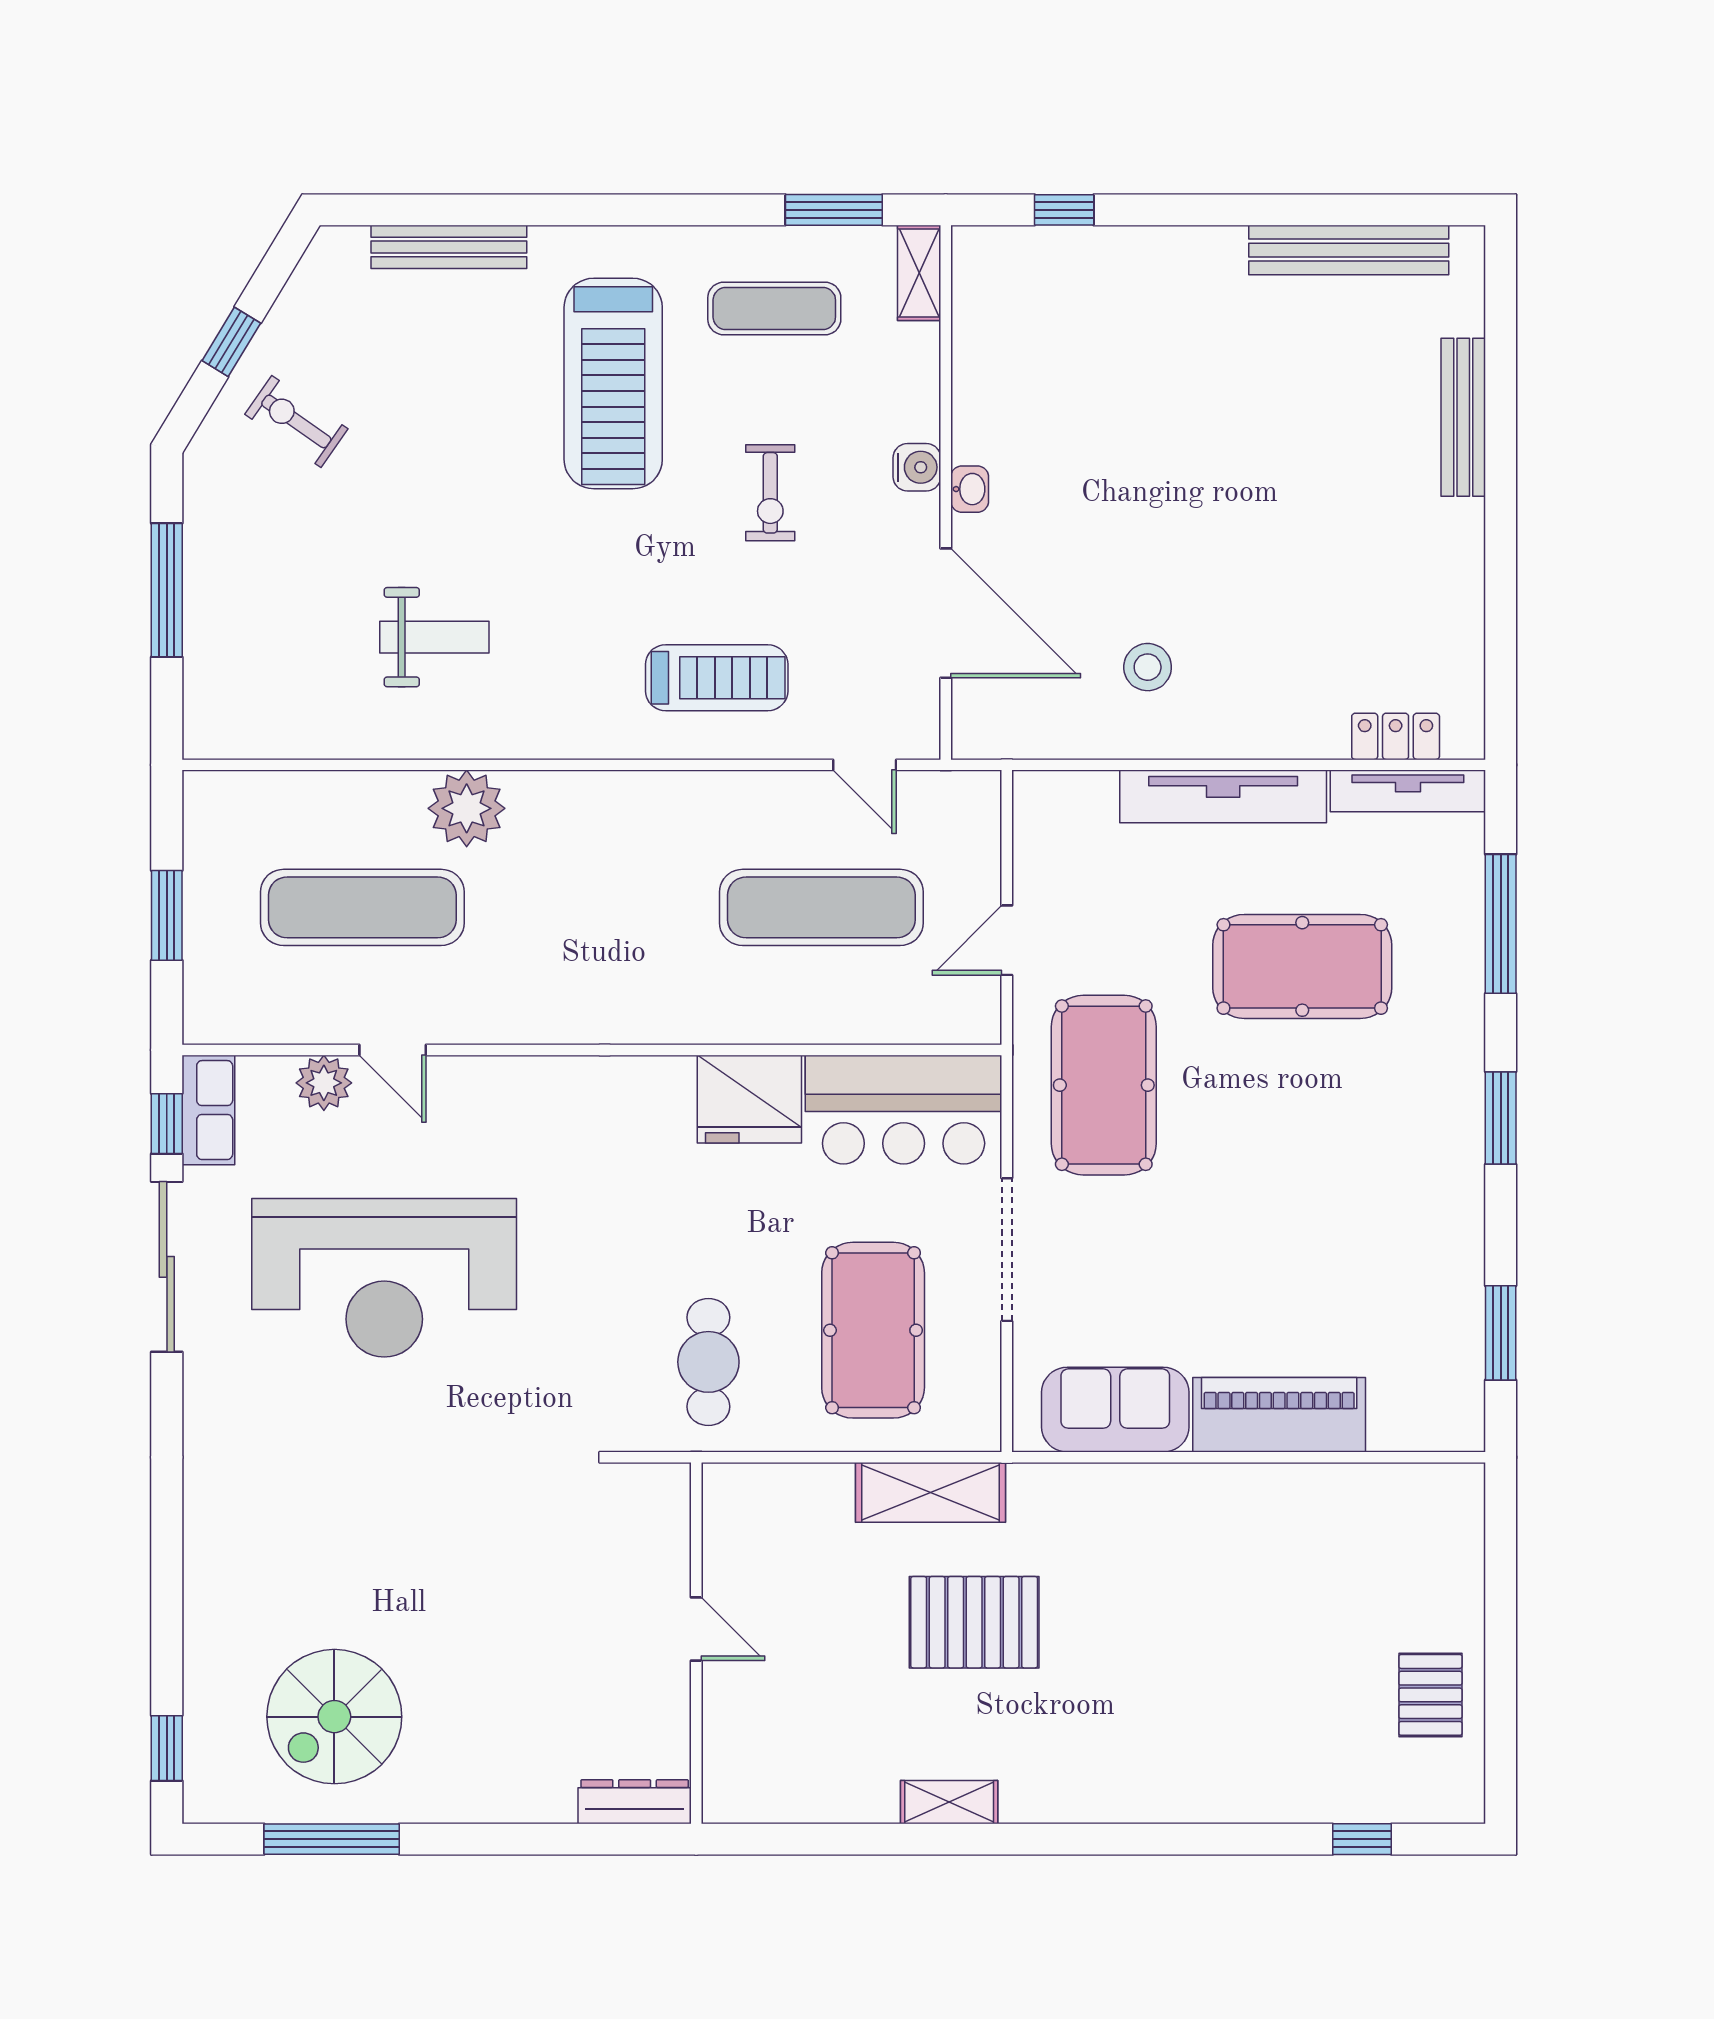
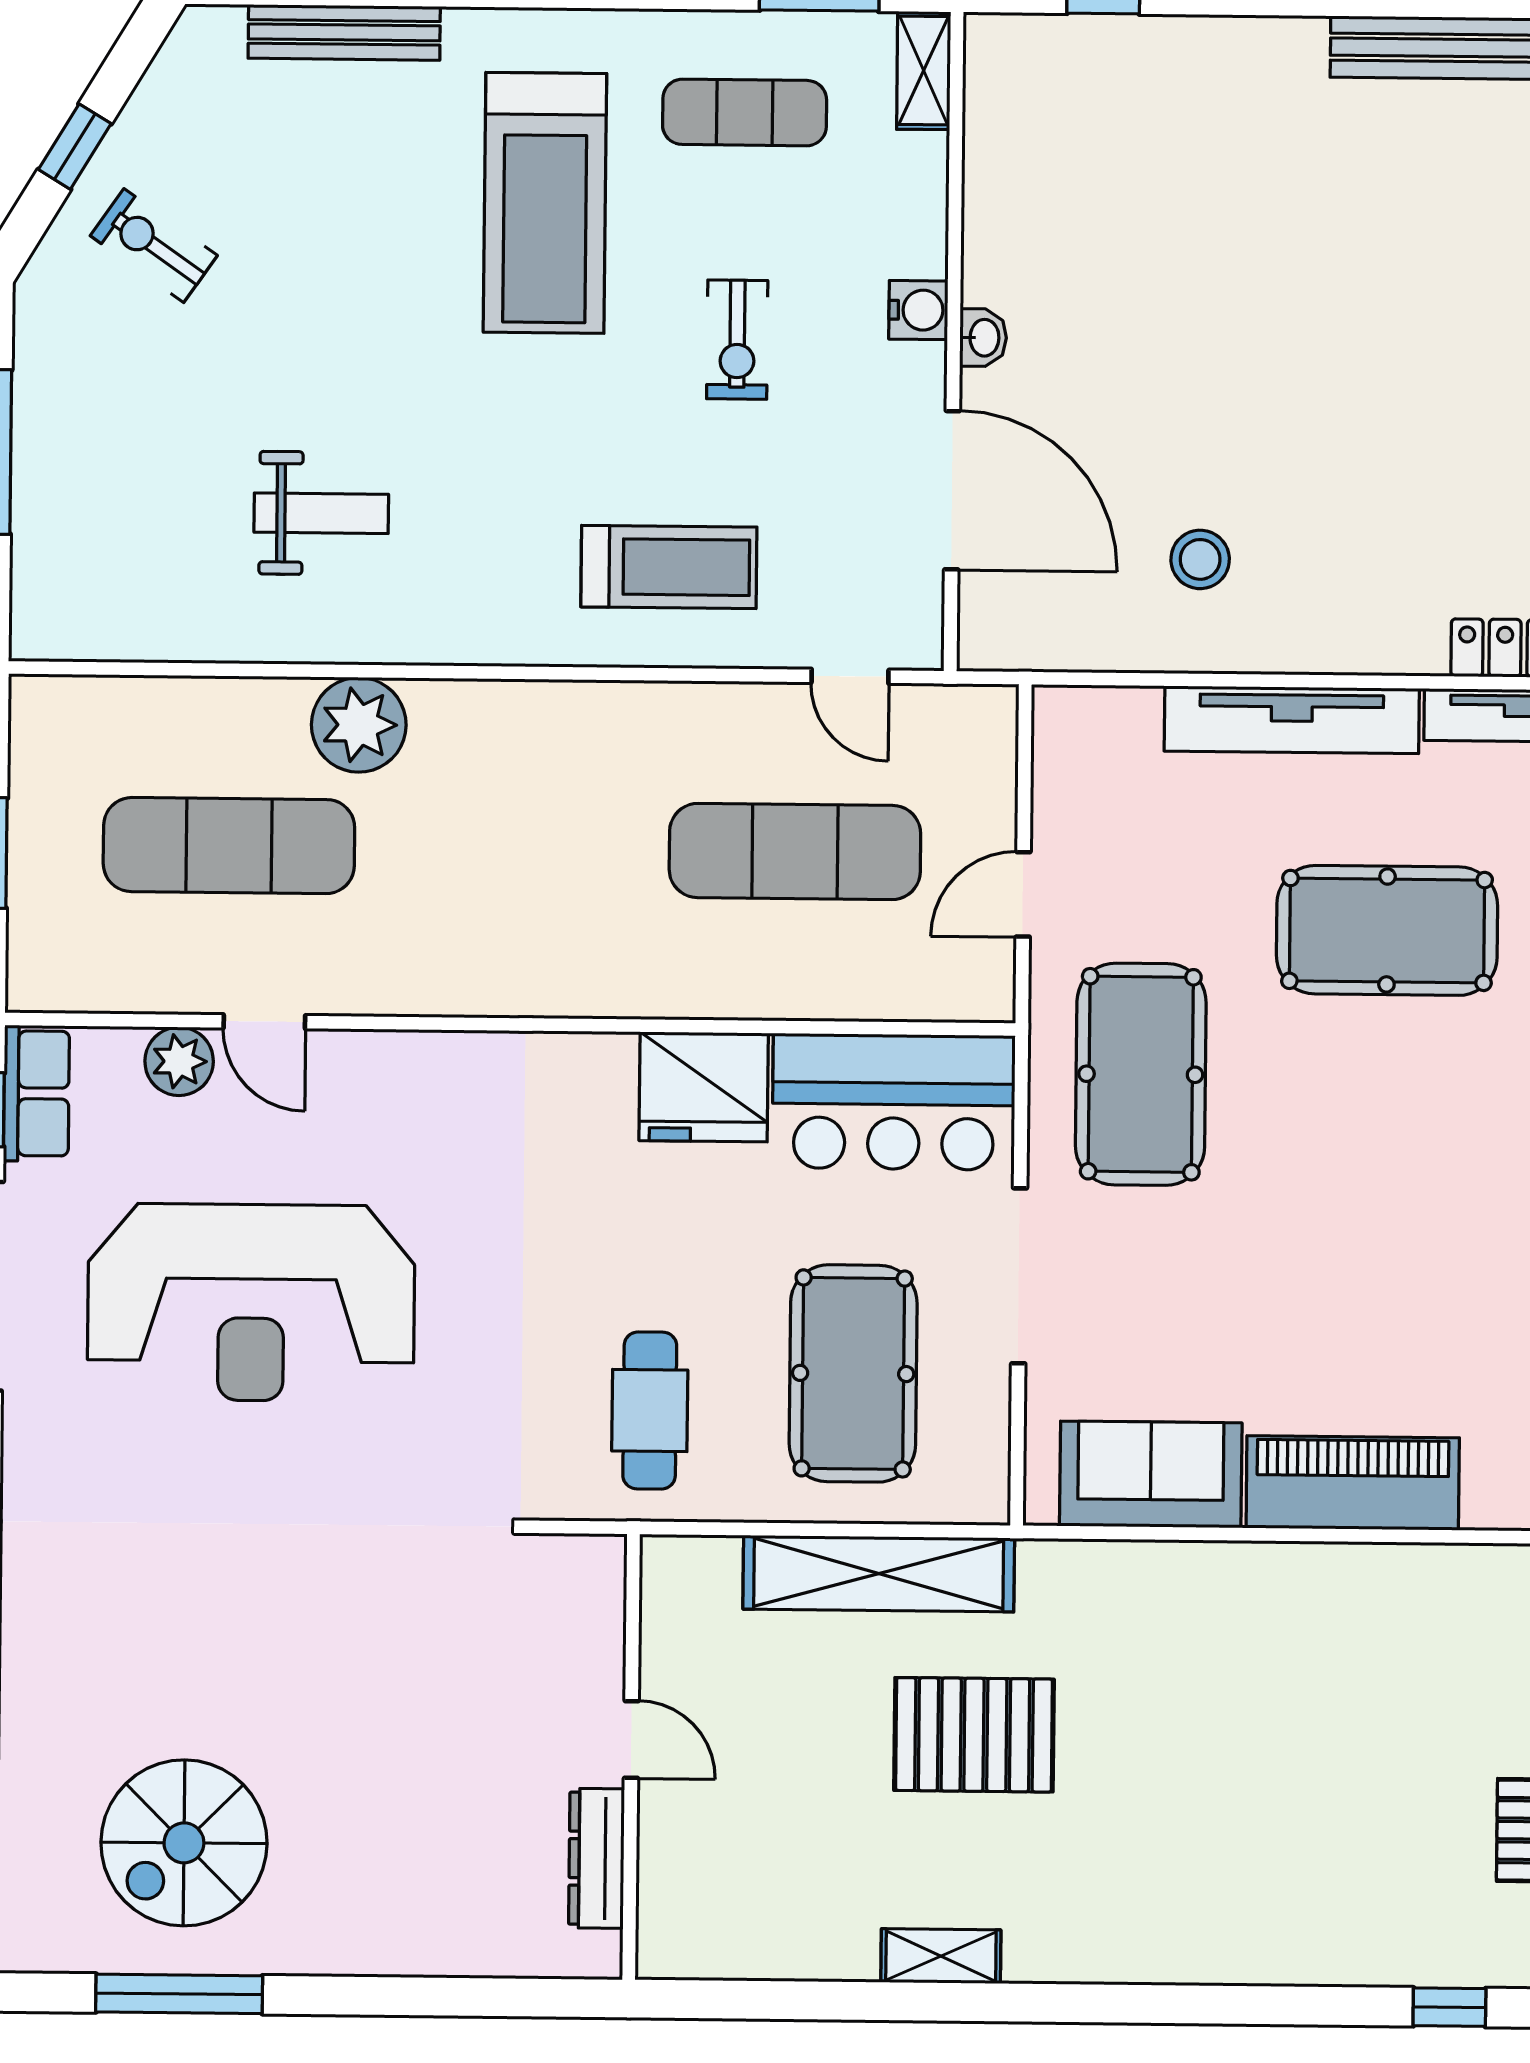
shelving: (930, 1492) -> (879, 1574), width x1.47
dresser: (635, 1802) -> (597, 1858), moved, turned -90

